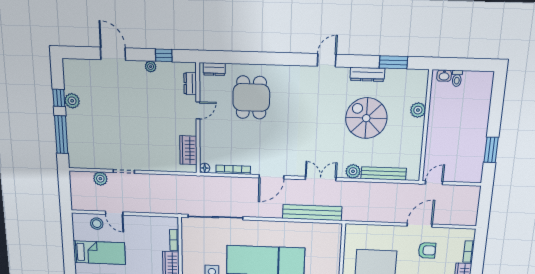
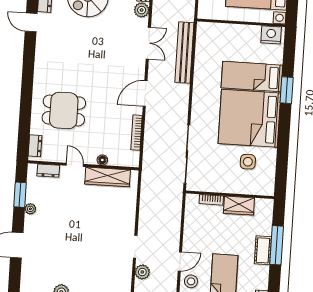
window: (164, 55) -> (20, 195), width x1.50
door: (327, 60) -> (31, 22), moved
wardrobe: (188, 150) -> (108, 177), width x1.50
floor lamp: (205, 168) -> (102, 160), moved
door: (271, 177) -> (145, 93), swing flipped
double door: (321, 179) -> (148, 43), swing flipped

